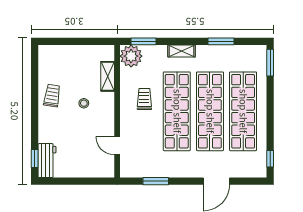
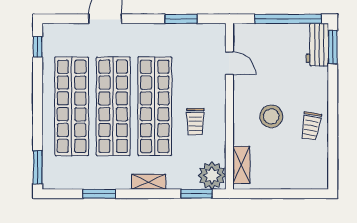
shelving: (108, 76) -> (241, 165), moved
stool: (84, 103) -> (271, 116), width x1.89, depth x1.89
window: (35, 159) -> (333, 47), width x1.50
window: (70, 181) -> (288, 19), added

